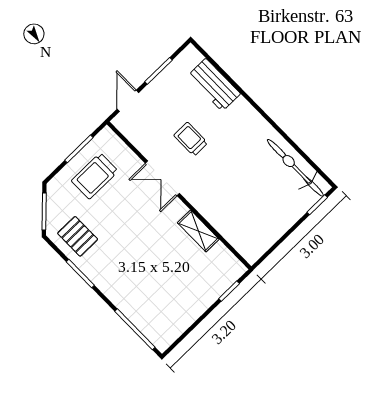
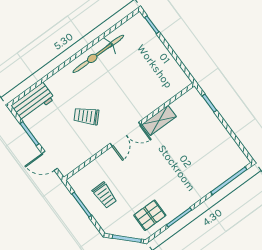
workbench: (214, 85) -> (33, 102), moved
trolley: (191, 139) -> (86, 116), turned 44
bicycle: (295, 168) -> (98, 54), moved
trolley: (95, 176) -> (105, 195), width x0.73, depth x0.72
double door: (162, 178) -> (125, 134), moved

